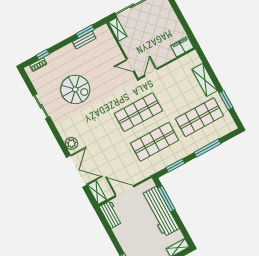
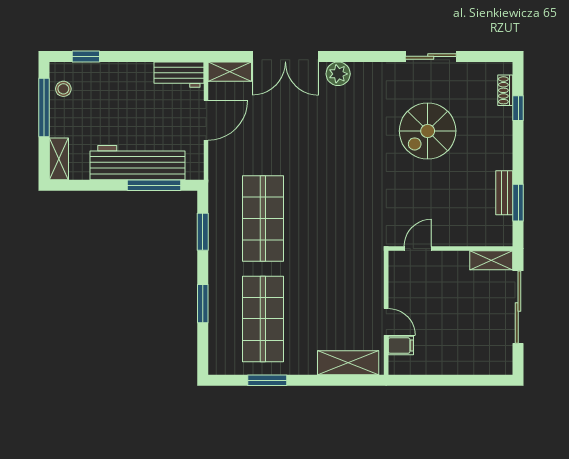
filing cabinet: (182, 47) -> (401, 346), width x0.50
door: (151, 72) -> (386, 322), moved
shelving: (205, 80) -> (348, 363), moved
shop shelf: (138, 112) -> (329, 218), removed
window: (207, 148) -> (203, 304), width x0.69

